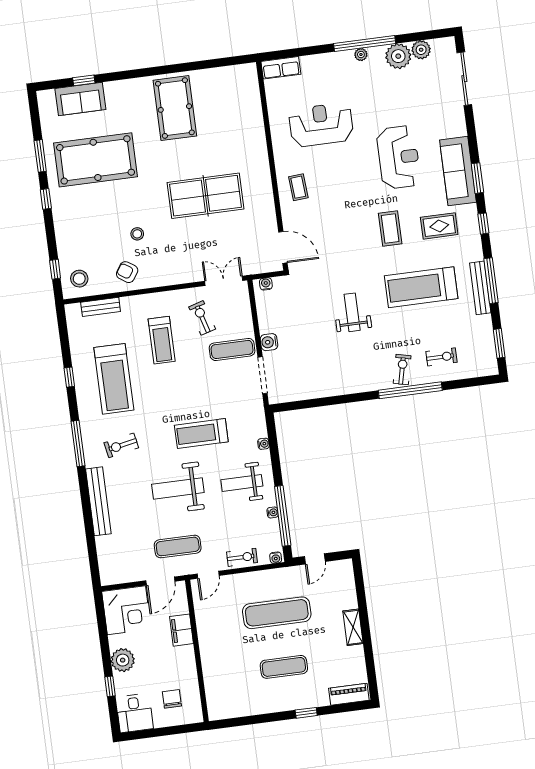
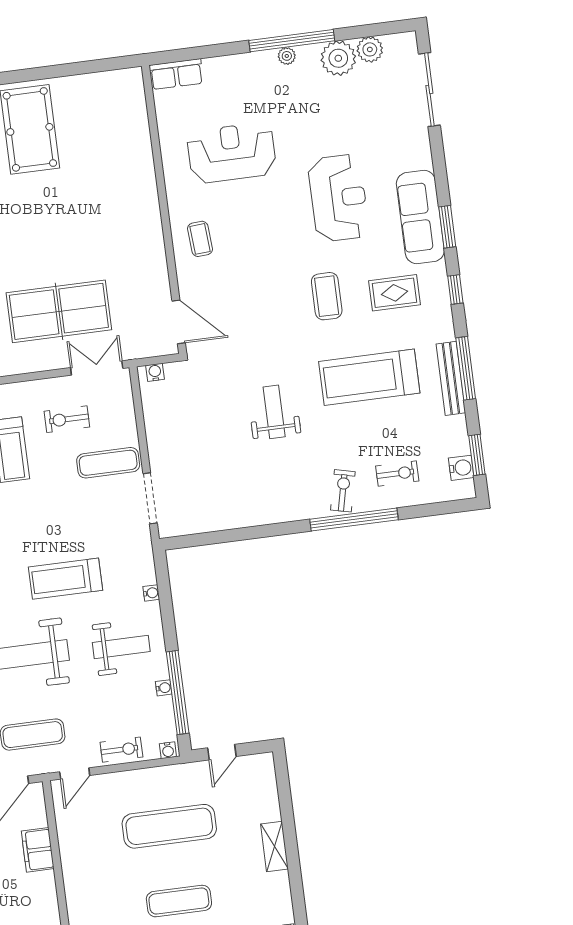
table tennis table: (206, 196) -> (59, 311), moved
exercise bike: (202, 318) -> (67, 419), turned -74
water cooler: (269, 342) -> (461, 468), moved, turned 180
weight bench: (242, 483) -> (121, 647), turned 180

